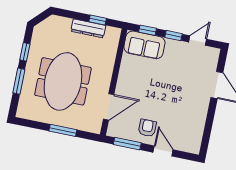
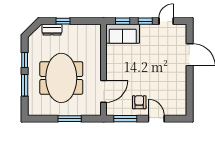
window: (98, 20) -> (63, 21), moved
dresser: (88, 28) -> (52, 30), moved, width x0.70

